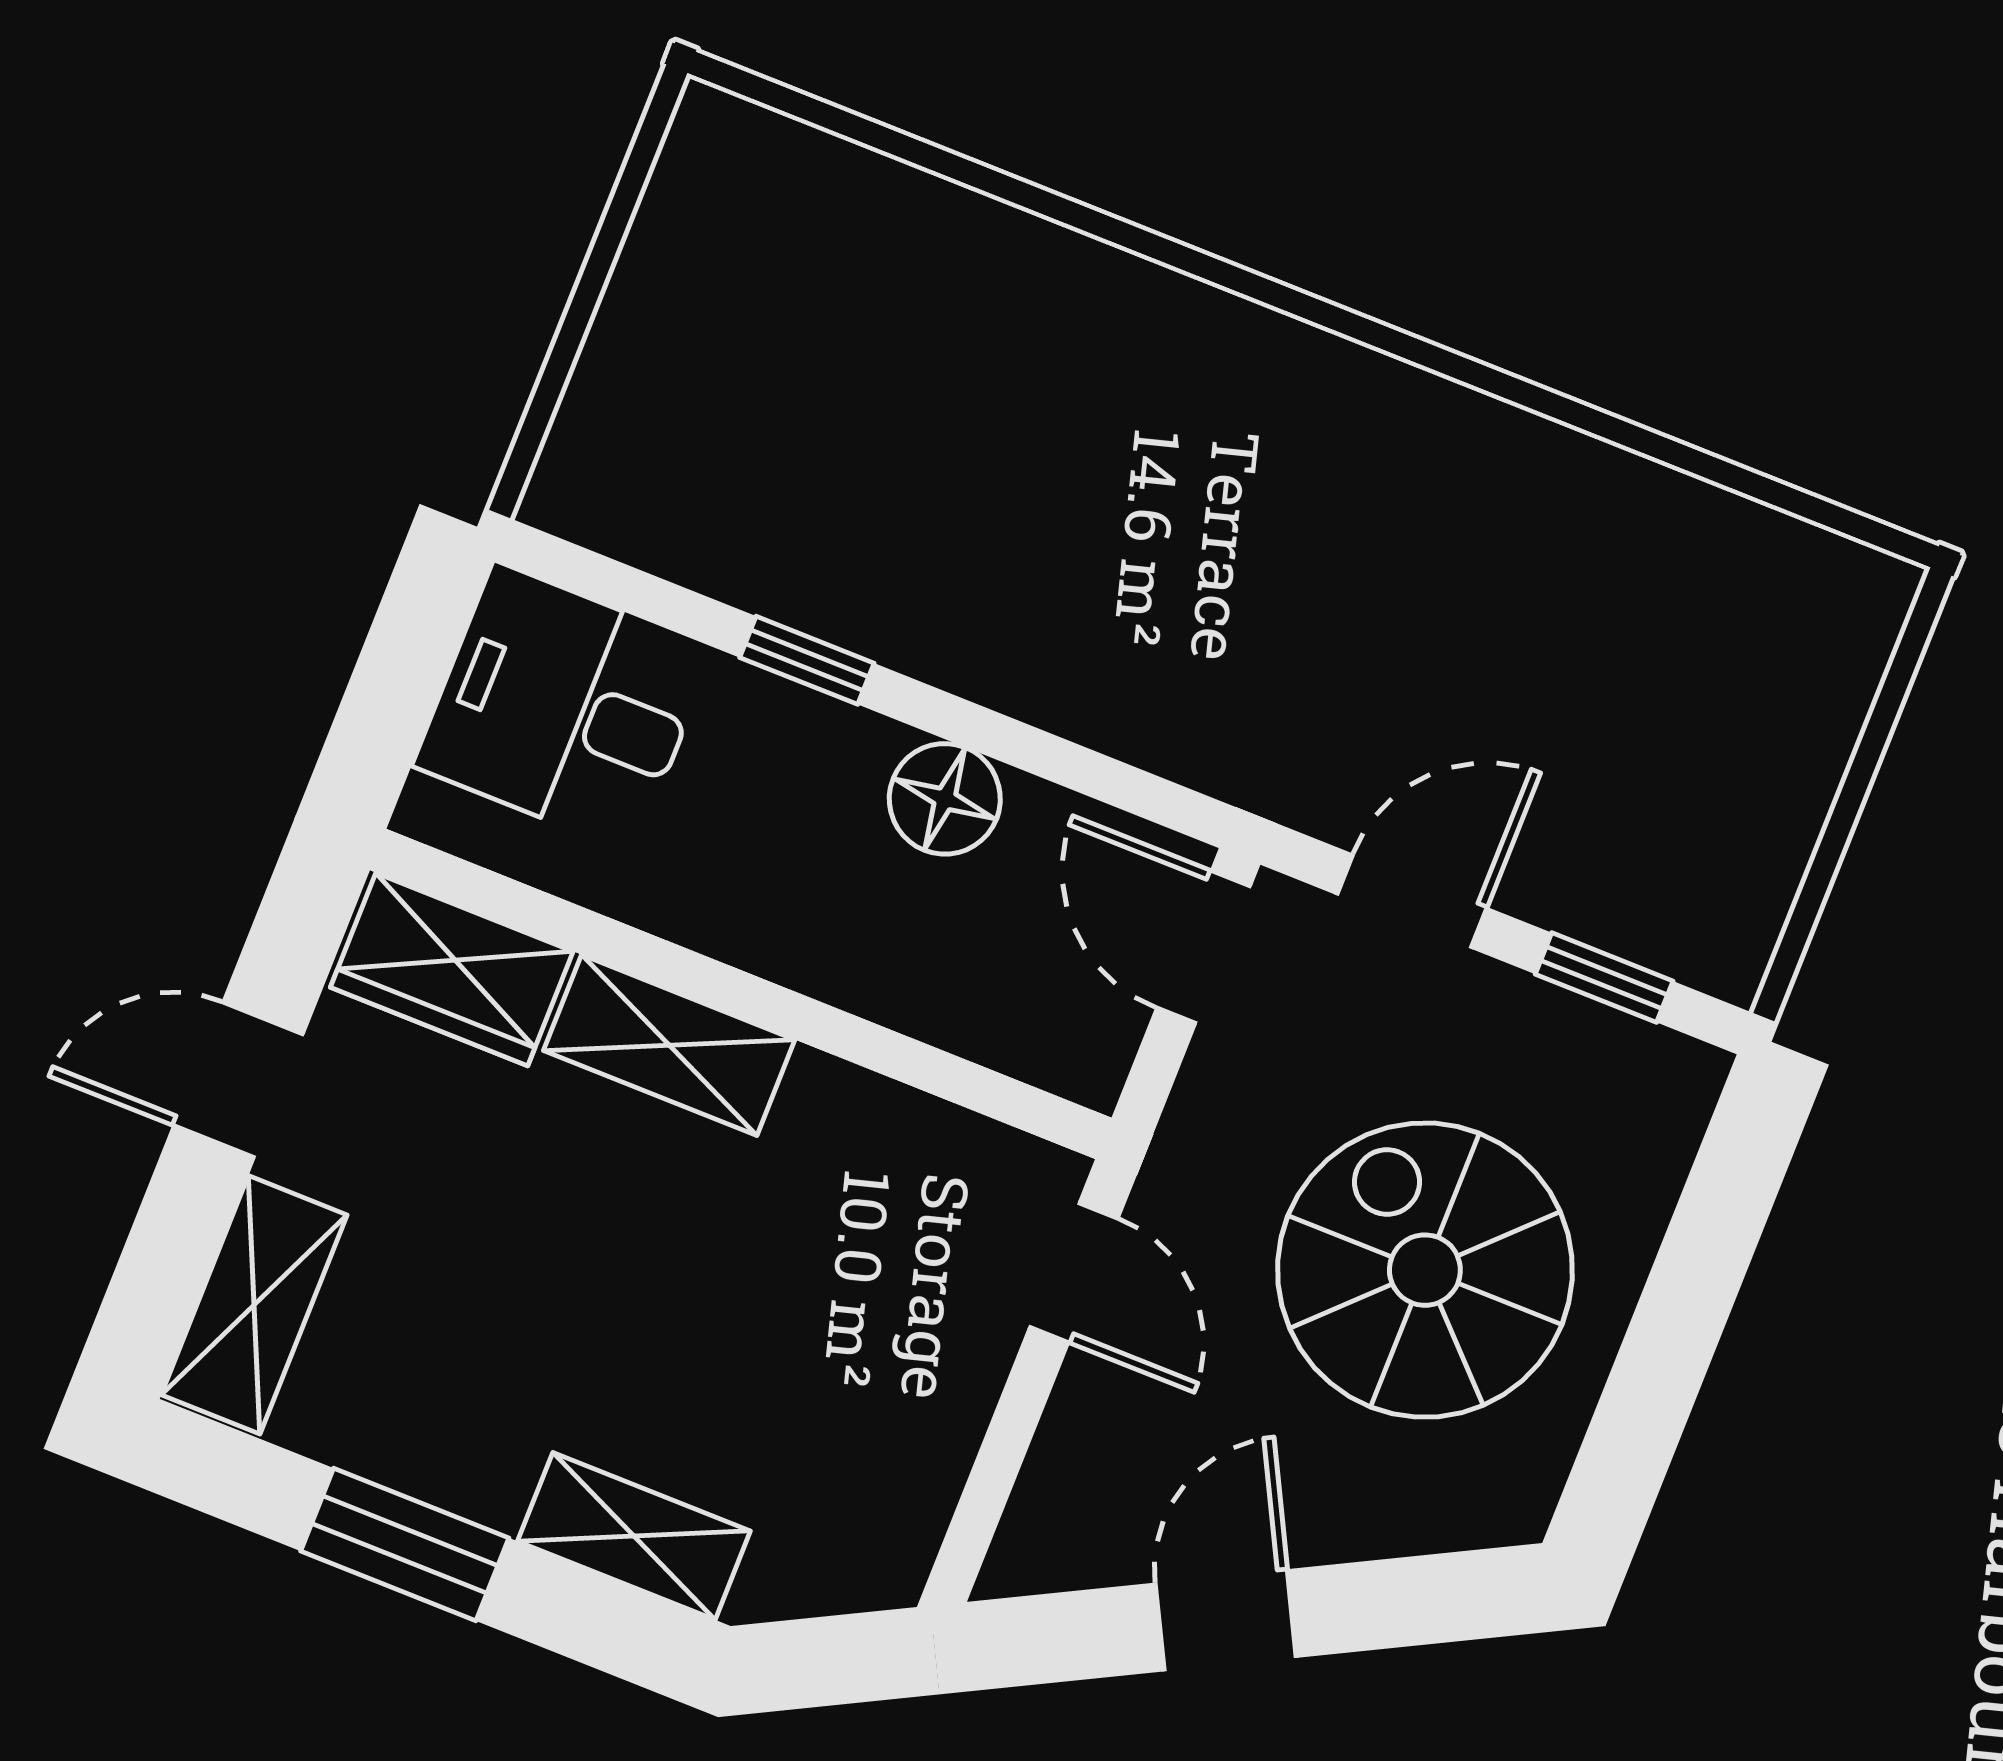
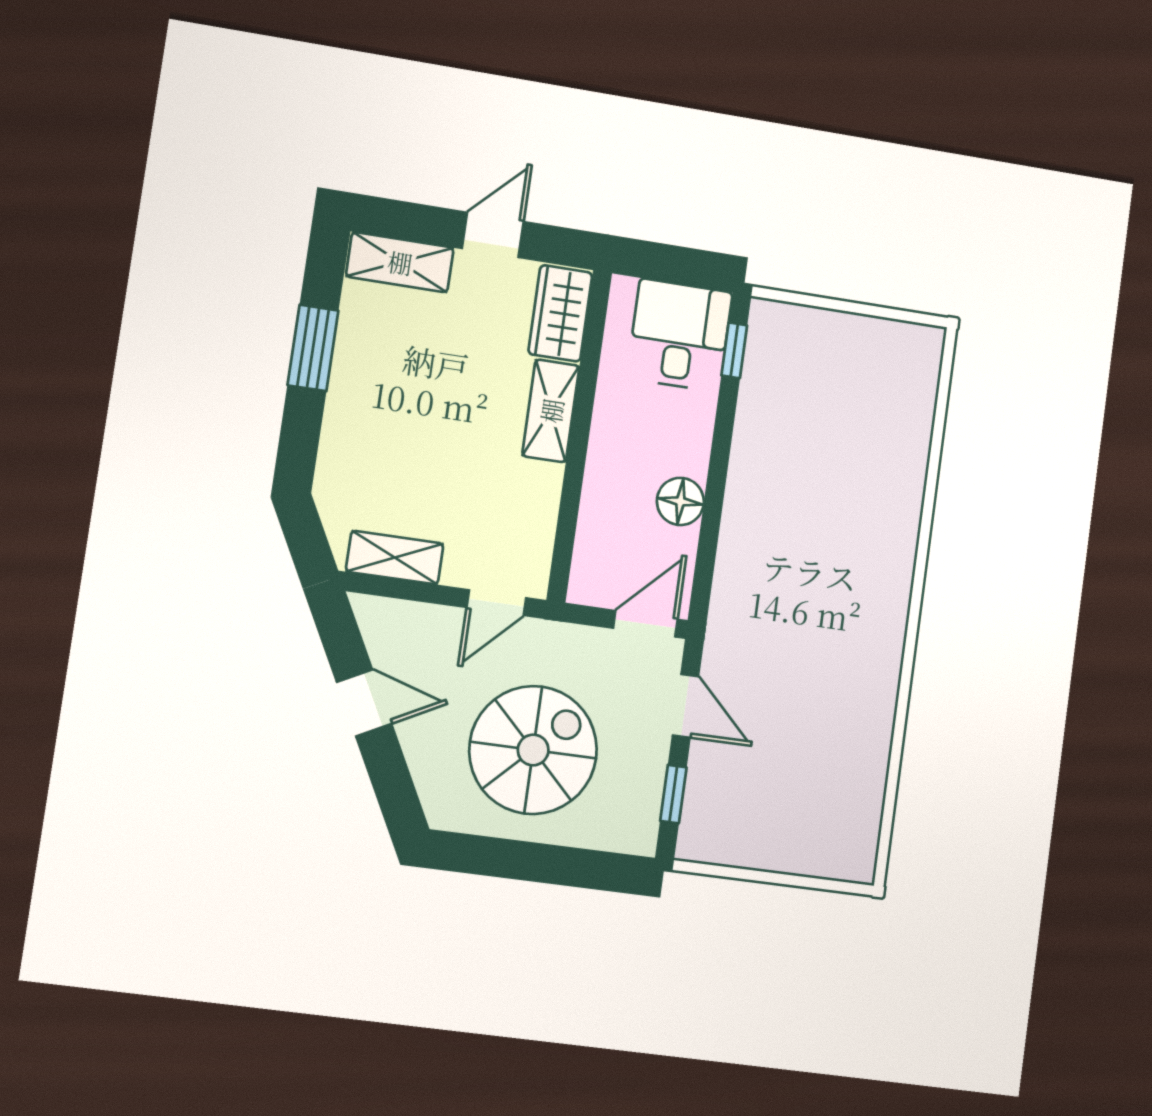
window: (807, 660) -> (734, 350), moved
door: (238, 1080) -> (493, 235), hinge flipped
shelving: (634, 1536) -> (395, 557), moved, turned 90

